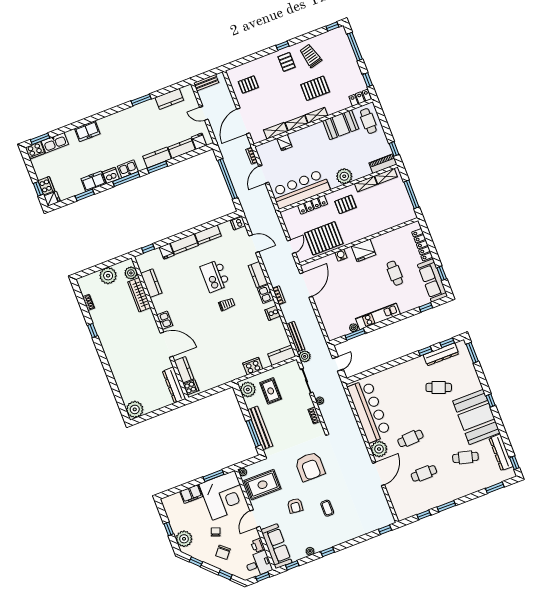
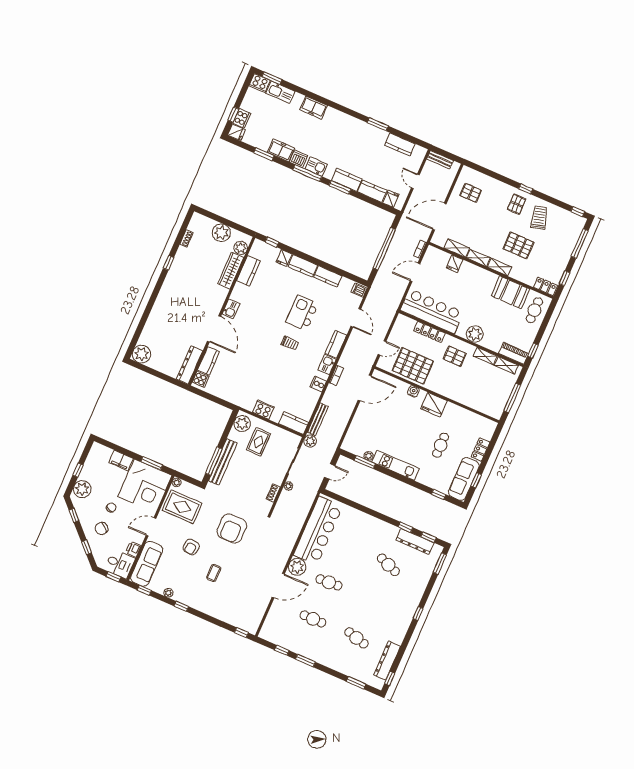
locker: (422, 245) -> (480, 450), width x0.66
booth: (476, 417) -> (395, 615), removed

